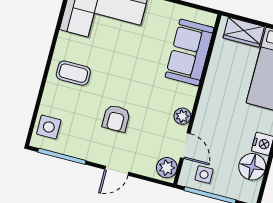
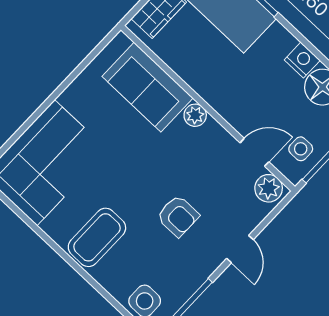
coffee table: (73, 73) -> (97, 237), width x1.36, depth x1.30
plant: (182, 116) -> (195, 115), moved

